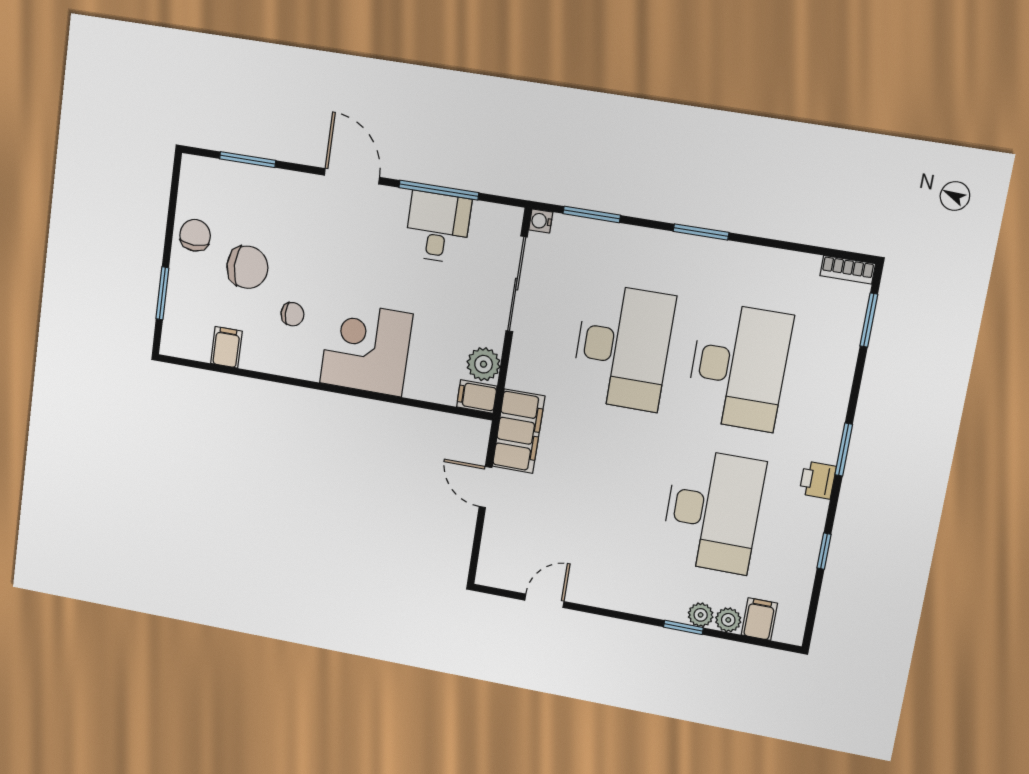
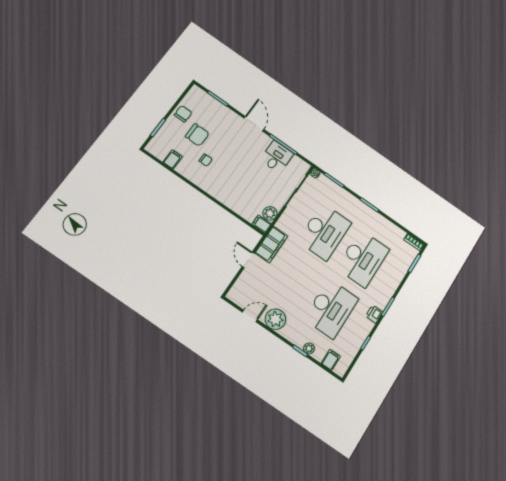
corner desk: (366, 349) -> (228, 186), removed
plant: (728, 620) -> (275, 319), moved, width x1.87, depth x1.87

